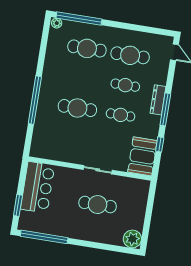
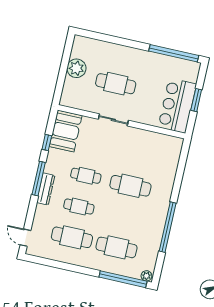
window: (35, 100) -> (168, 227), moved
window: (18, 205) -> (196, 100), moved
plant: (132, 239) -> (76, 68), moved

